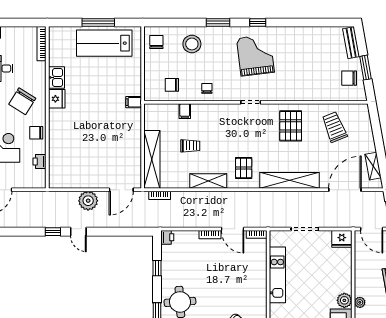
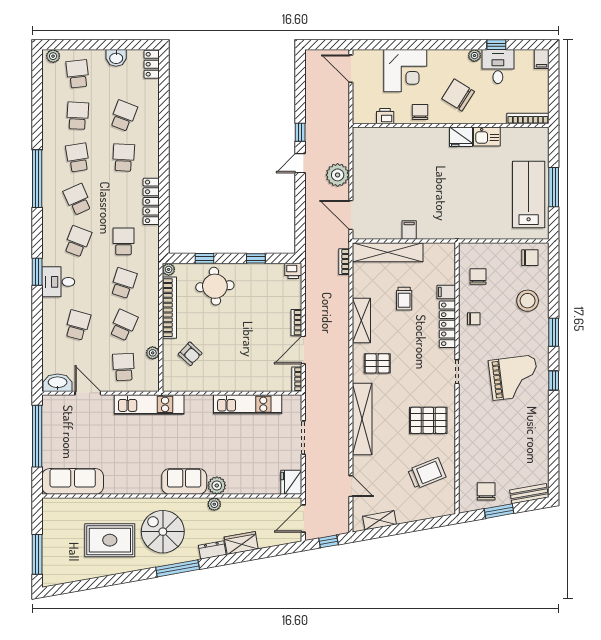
filing cabinet: (134, 102) -> (409, 230), moved
locker: (211, 110) -> (447, 324), added
door: (345, 190) -> (351, 486), width x0.53

